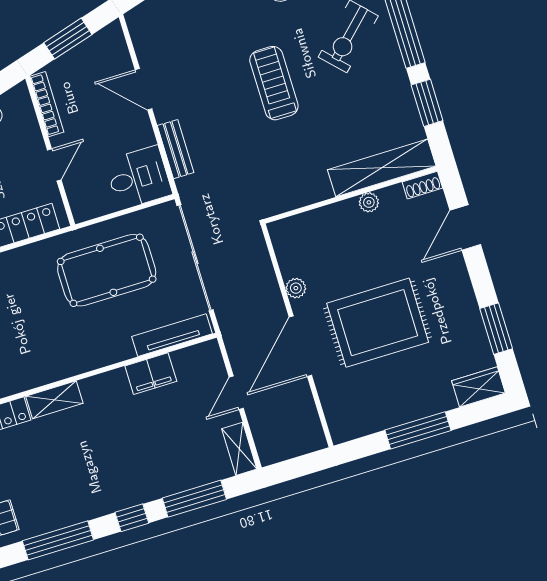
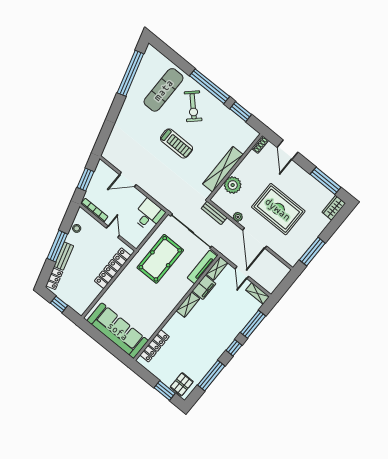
treadmill: (274, 83) -> (176, 143), turned 180
bench: (176, 149) -> (214, 213), moved
shelving: (382, 168) -> (223, 169), moved
plant: (369, 202) -> (233, 185), moved, width x1.87, depth x1.87
rug: (378, 323) -> (278, 209), turned 90
window: (496, 329) -> (325, 181), width x1.44
shelving: (197, 355) -> (217, 268), added
shelving: (54, 400) -> (188, 305), moved
window: (418, 430) -> (312, 252), moved

